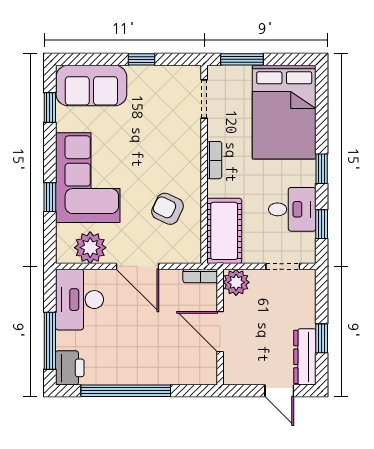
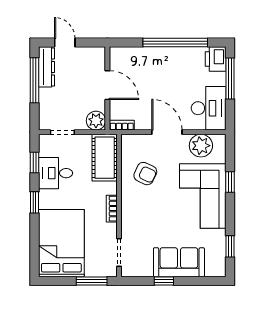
sofa: (91, 86) -> (179, 262), moved
window: (322, 338) -> (34, 80), width x2.17

